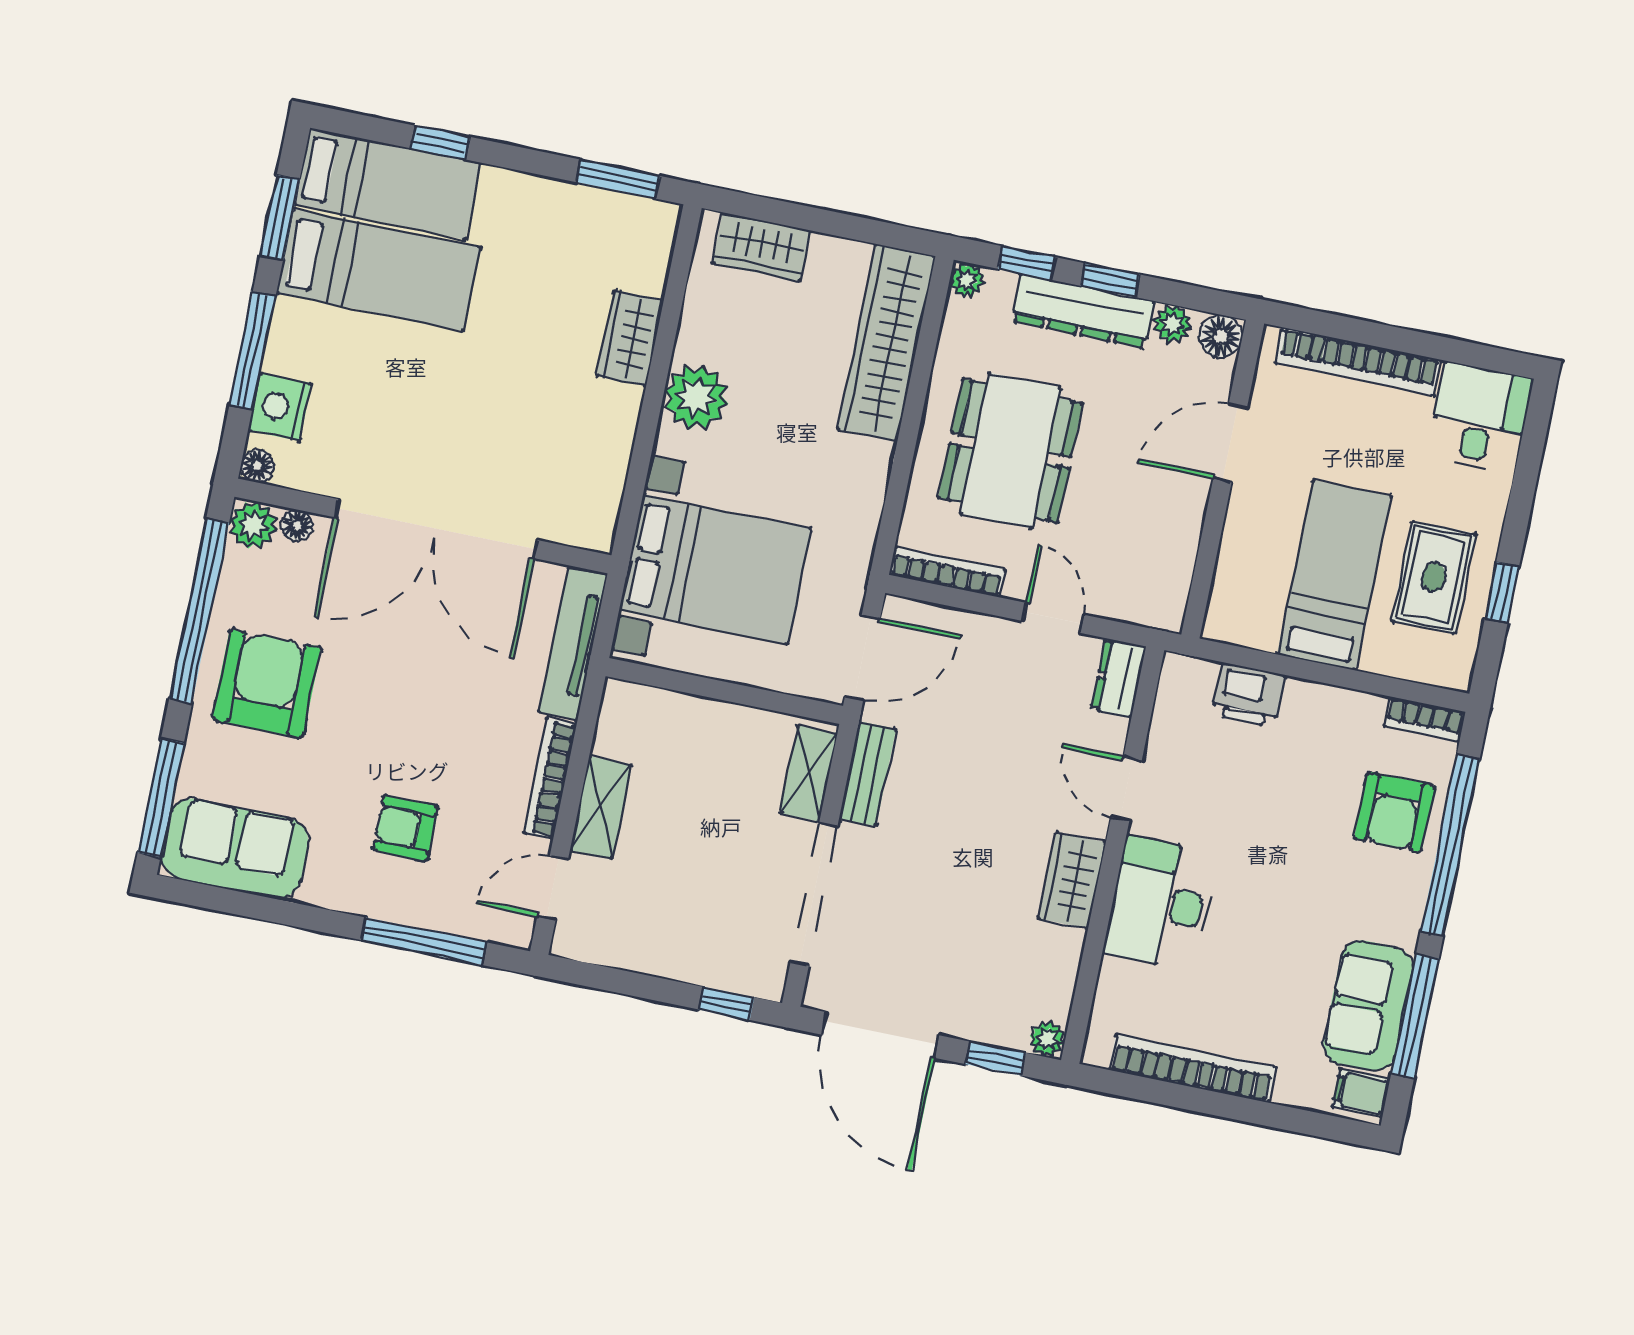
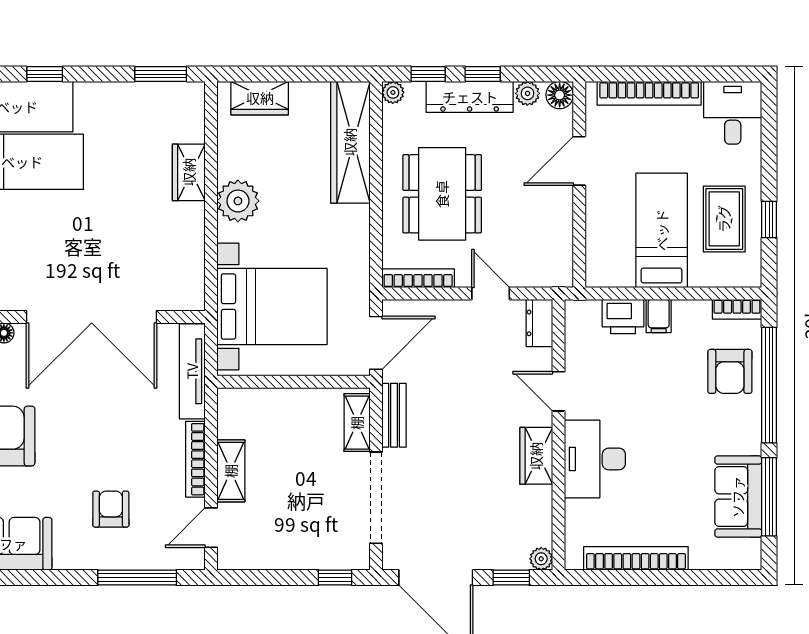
armchair: (405, 828) -> (111, 509), turned 90
filing cabinet: (1361, 1093) -> (659, 316), moved, turned -90

